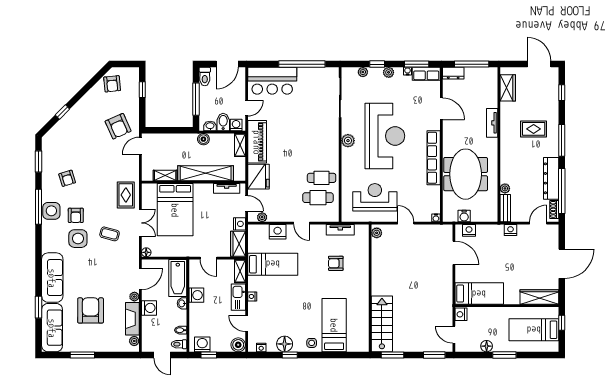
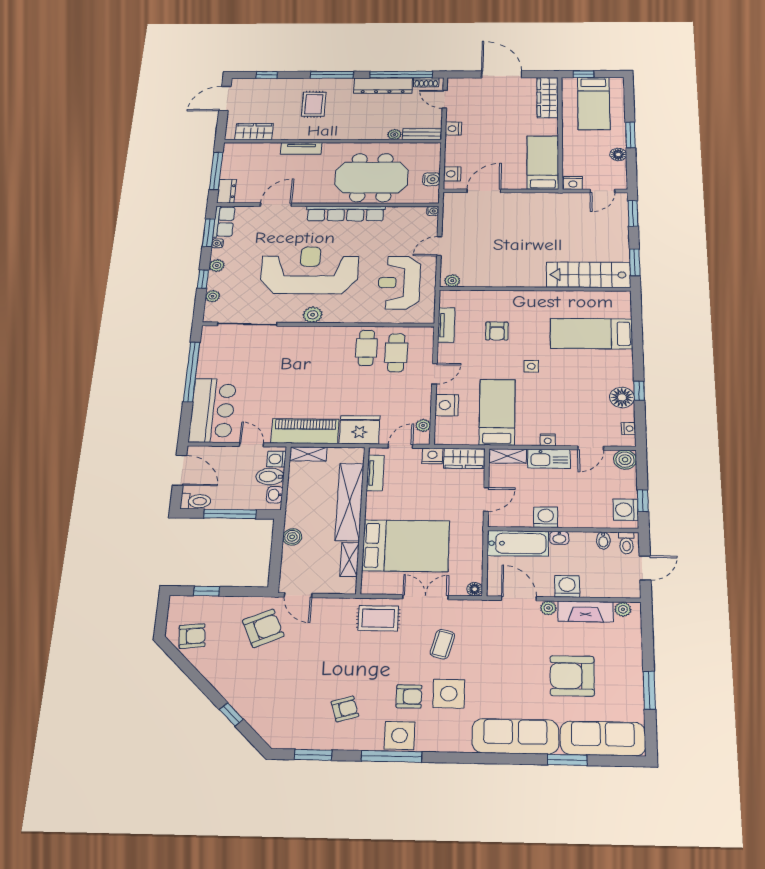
boiler: (203, 139) -> (292, 537), moved
side table: (312, 343) -> (531, 366), moved

